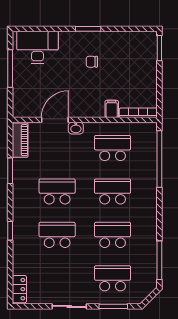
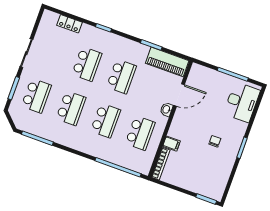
door: (55, 120) -> (179, 95), hinge flipped
piano: (20, 140) -> (167, 62), width x1.37, depth x1.33
locker: (19, 289) -> (69, 24), moved

